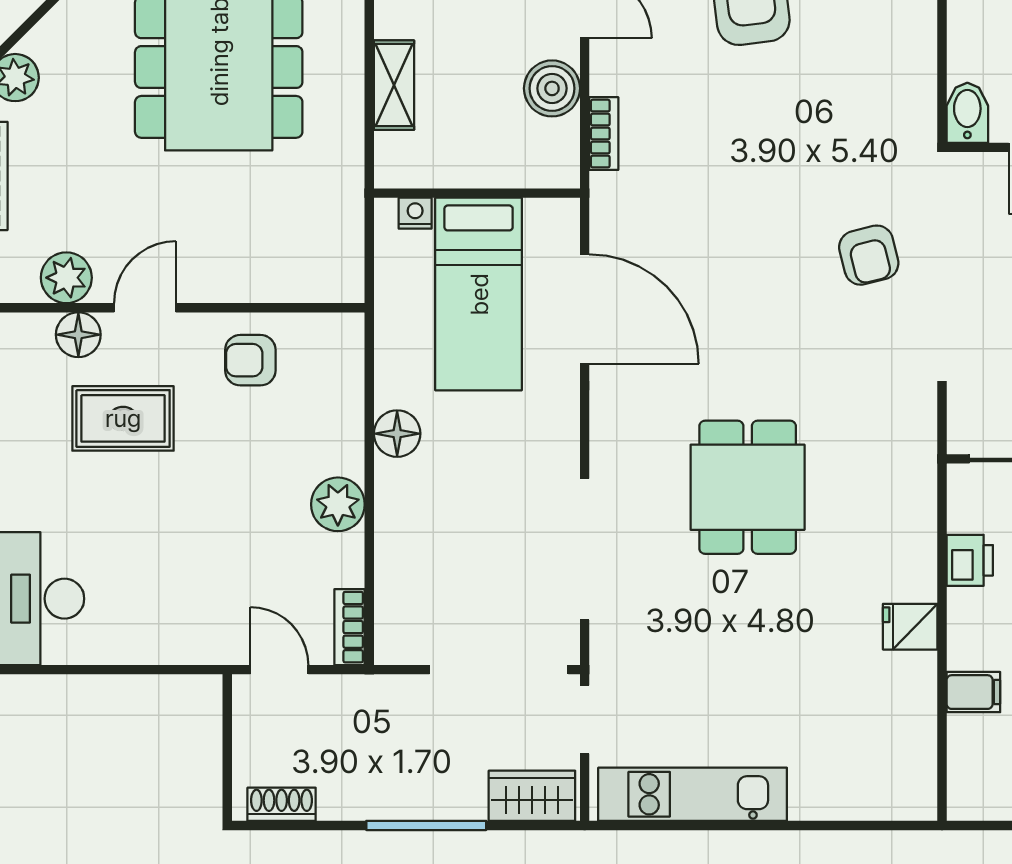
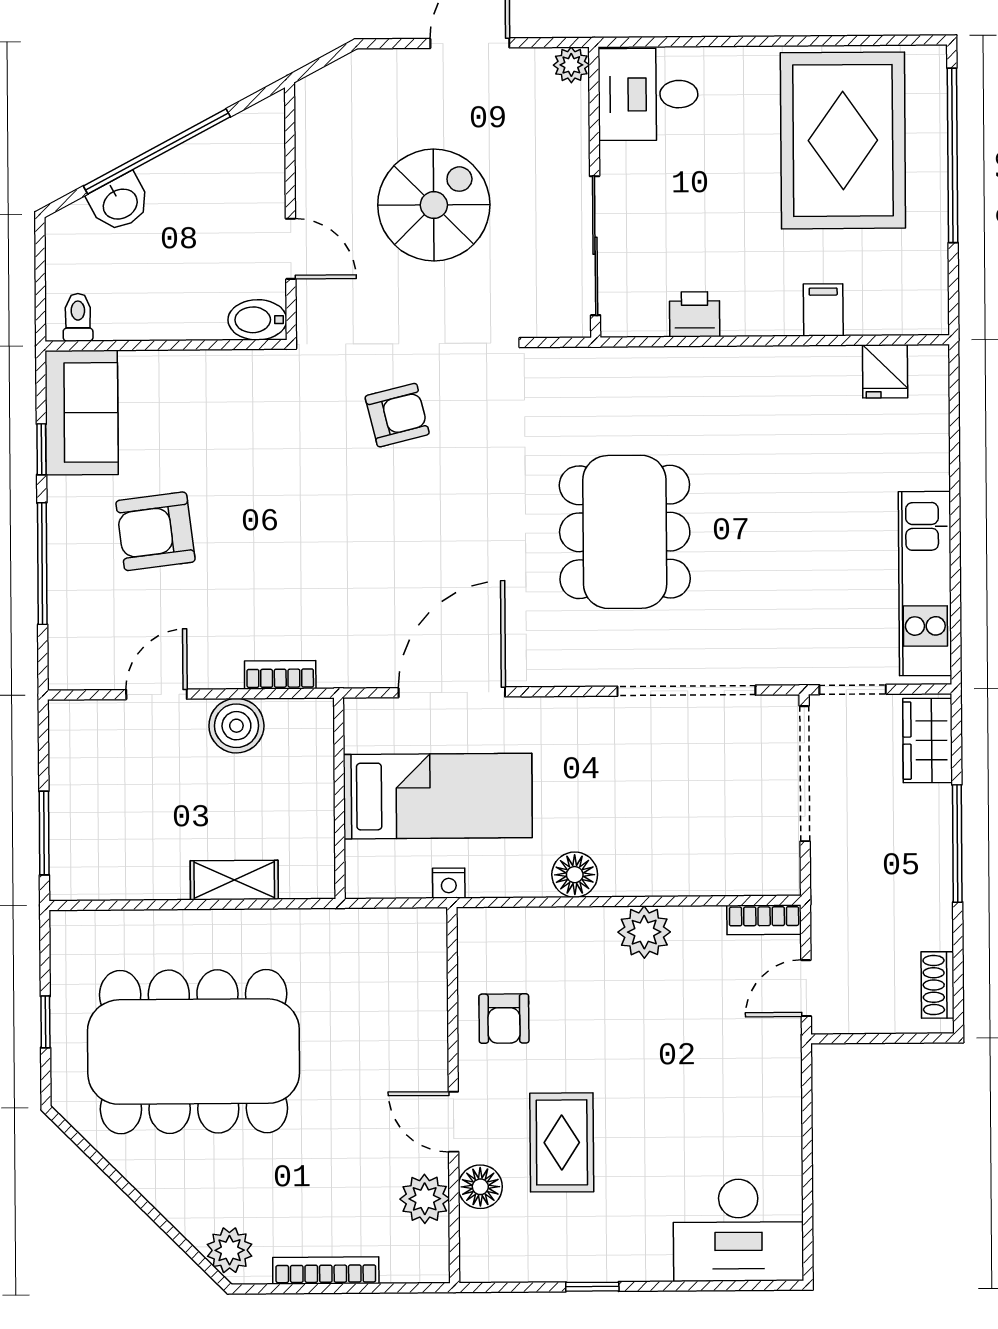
nightstand: (415, 213) -> (449, 883), moved, turned -90
dining table: (748, 487) -> (625, 532), width x1.37
fridge: (910, 627) -> (885, 371), moved

